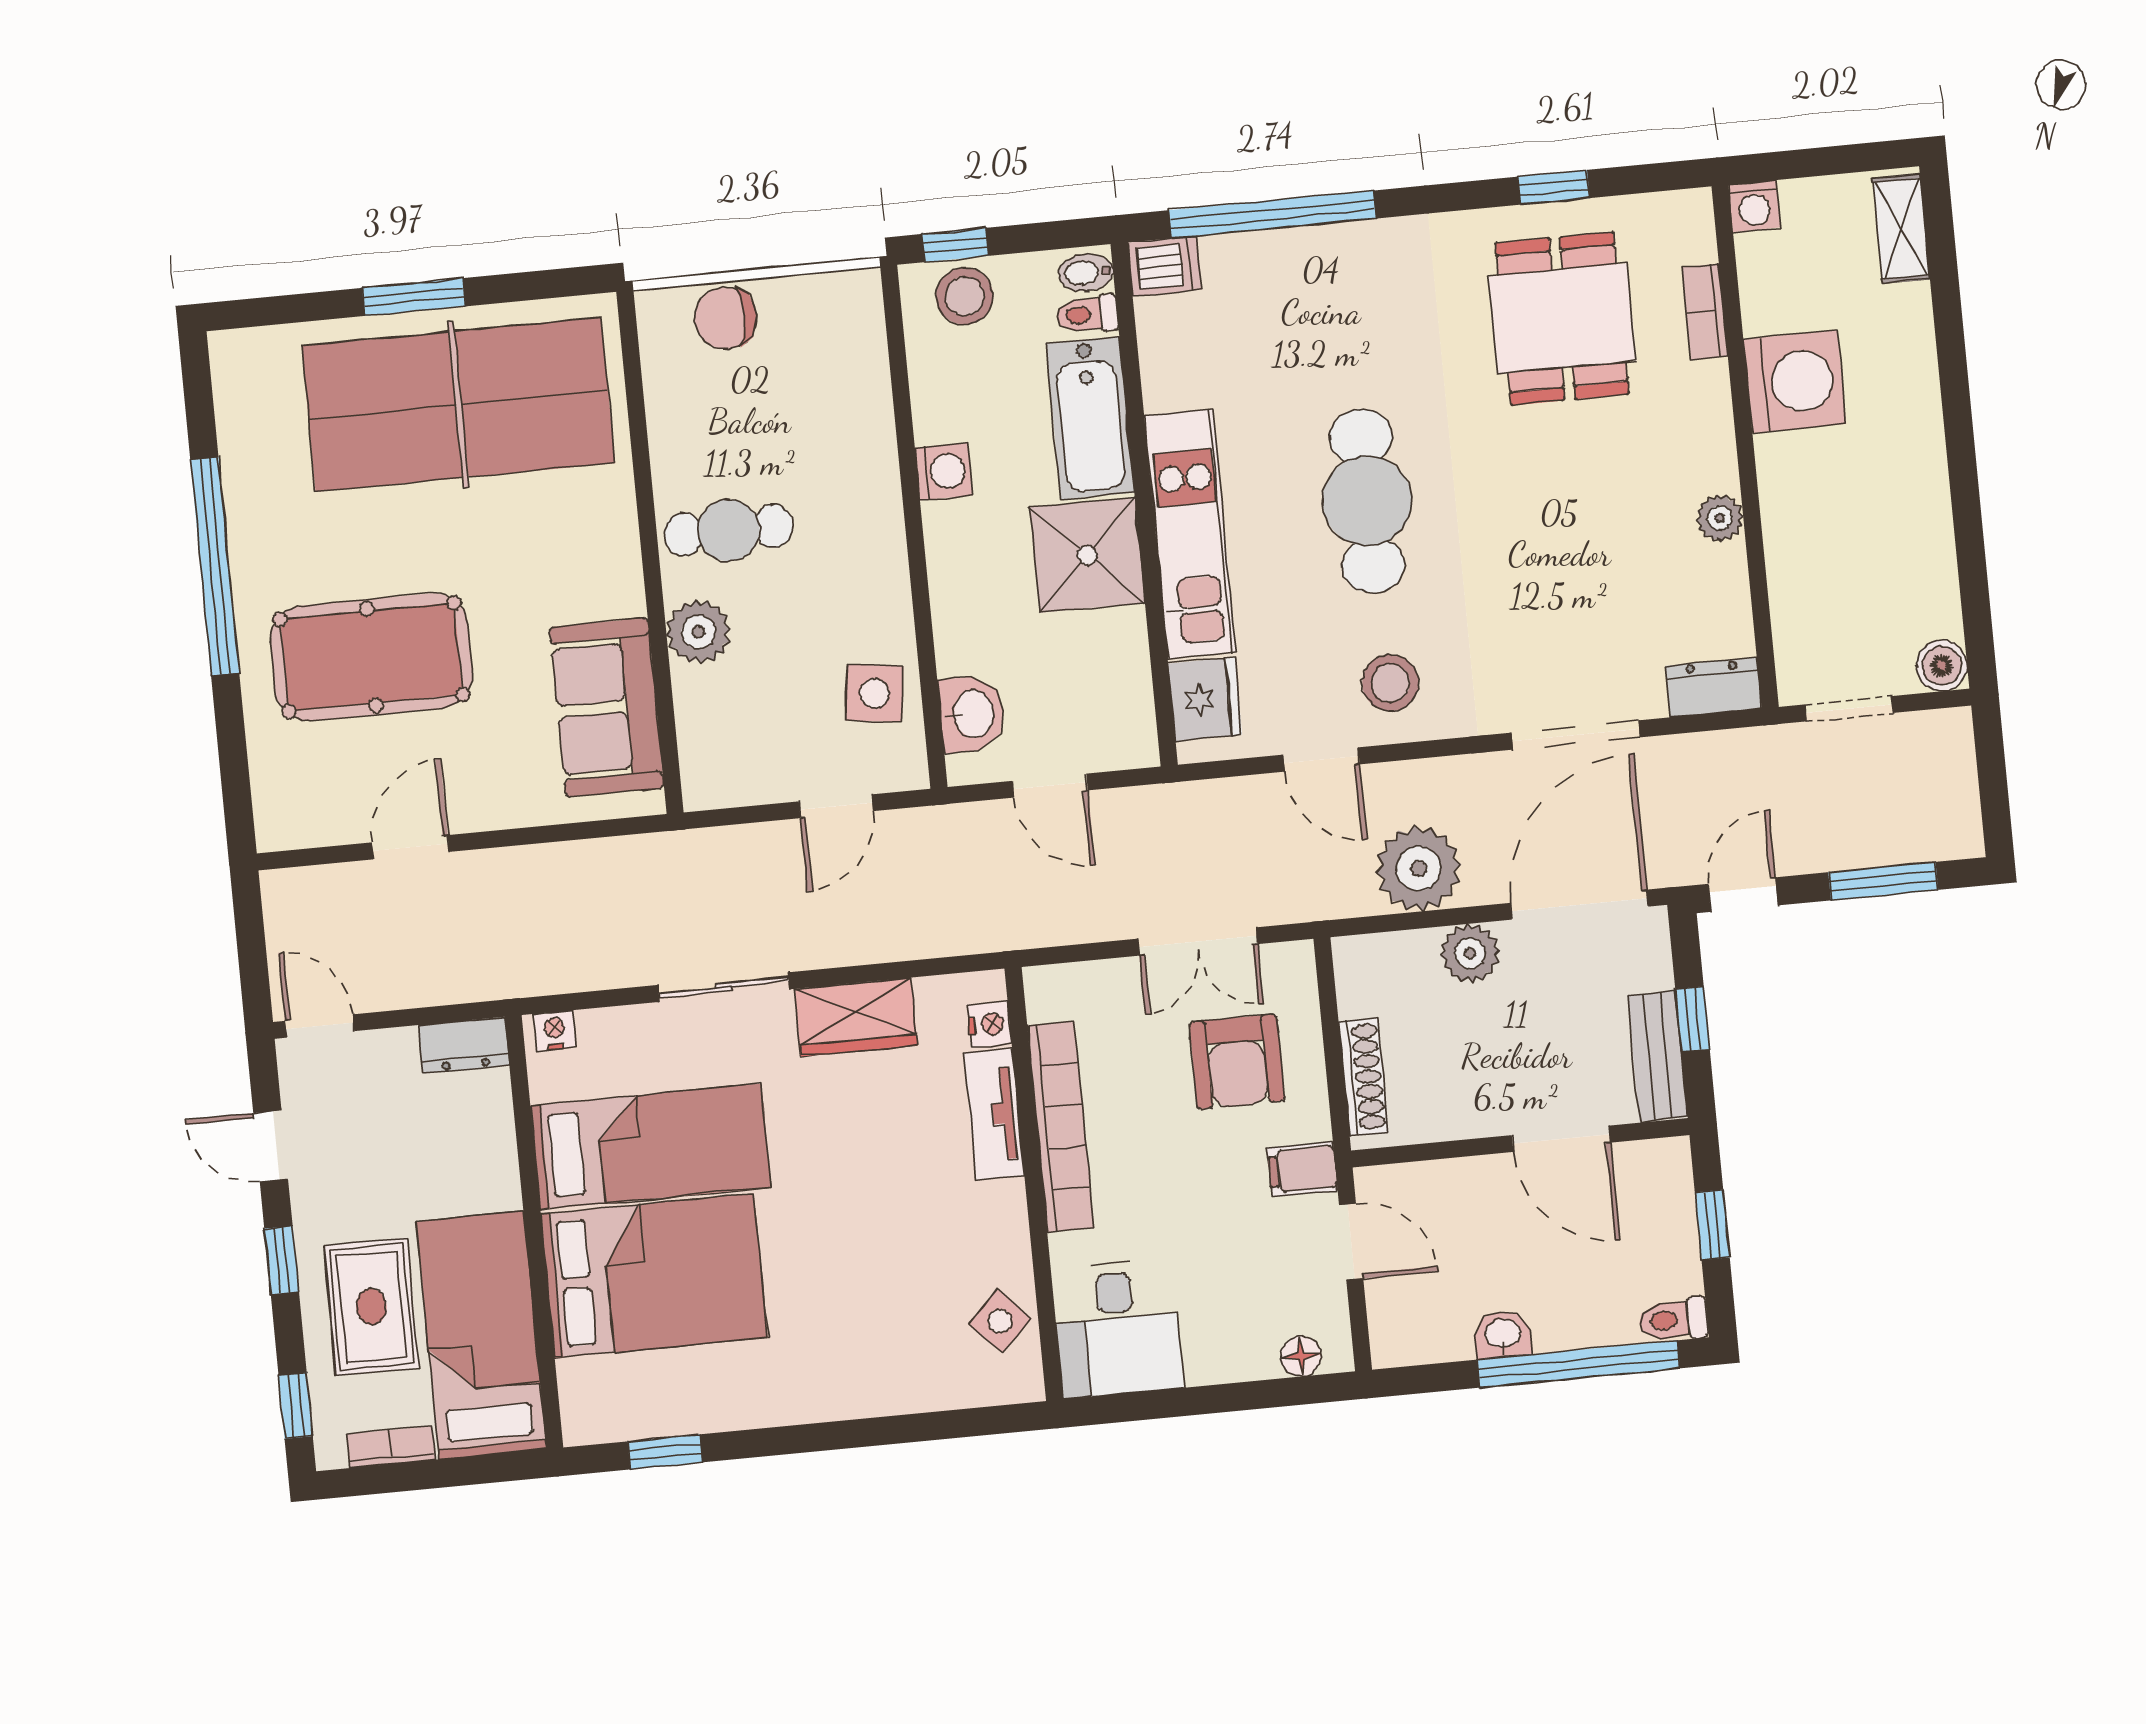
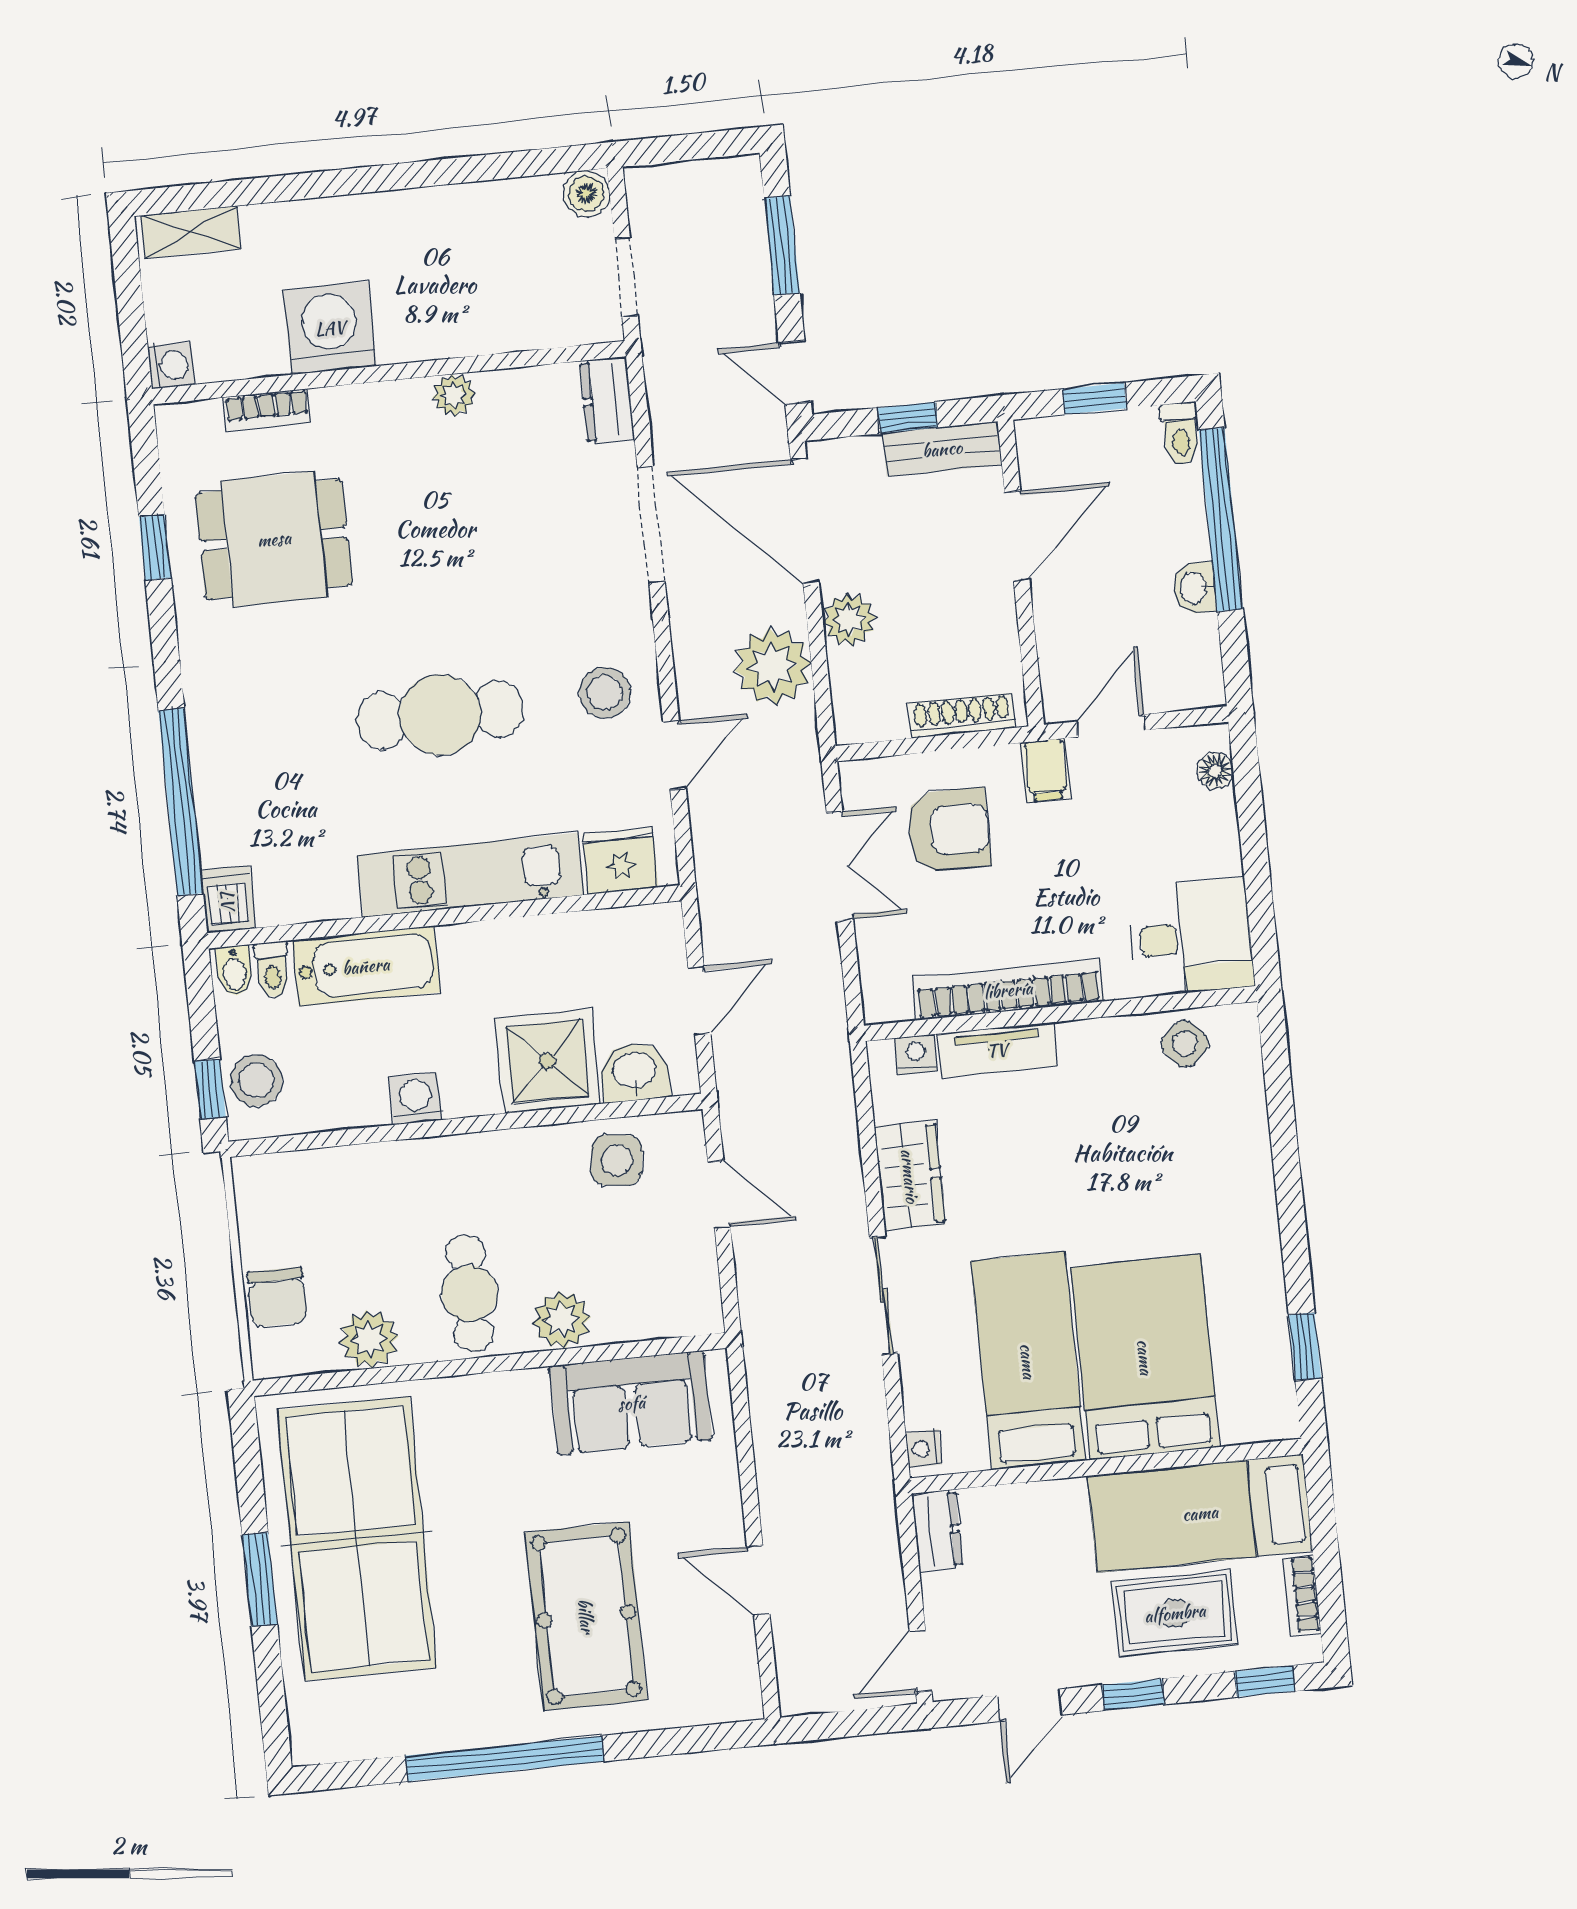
plant: (678, 419) -> (369, 1339), added
shower: (1087, 555) -> (547, 1061), moved

